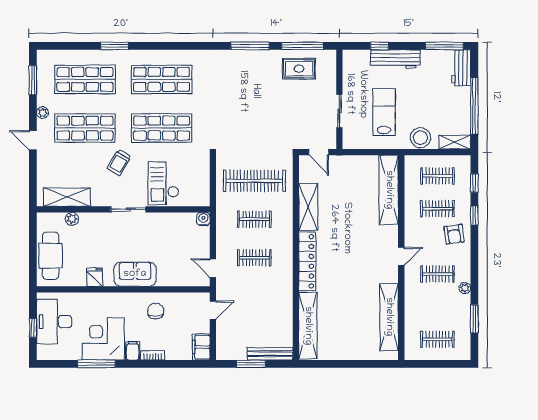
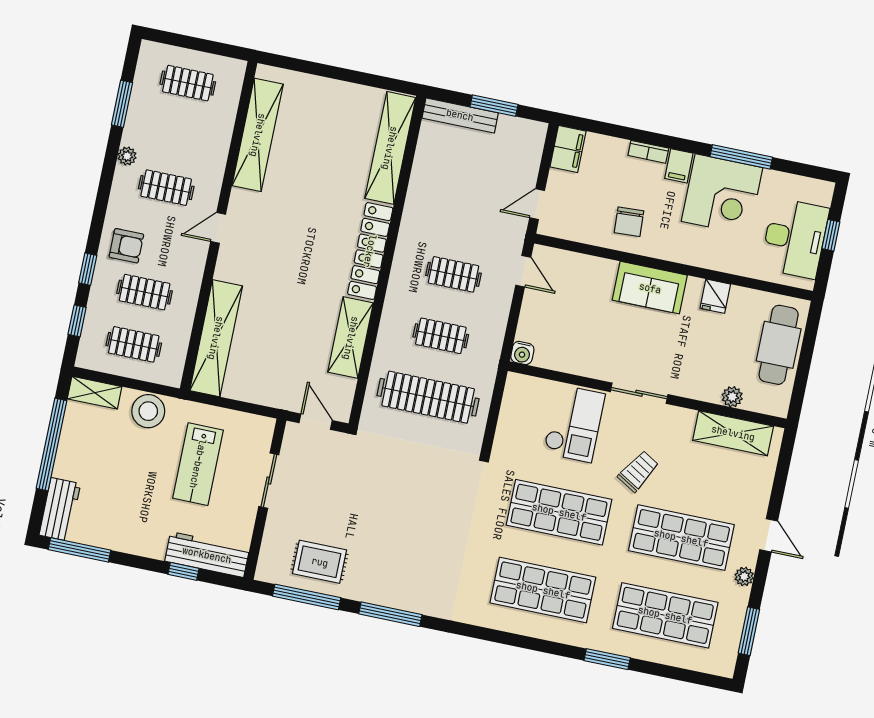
workbench: (395, 59) -> (207, 555), moved
armchair: (454, 234) -> (126, 246), turned 98

